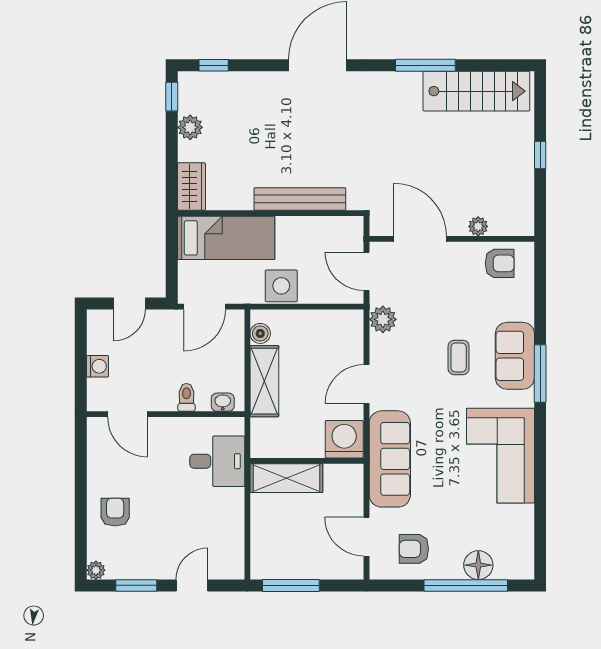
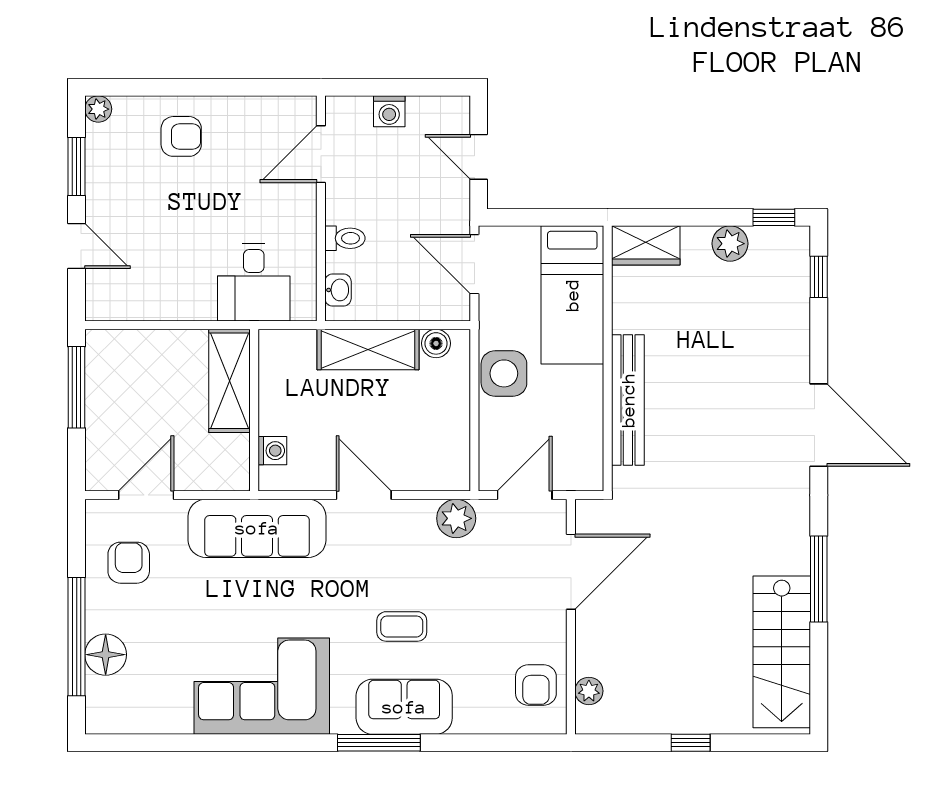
plant: (478, 226) -> (589, 691), moved
washing machine: (344, 439) -> (272, 451), width x0.53, depth x0.53

